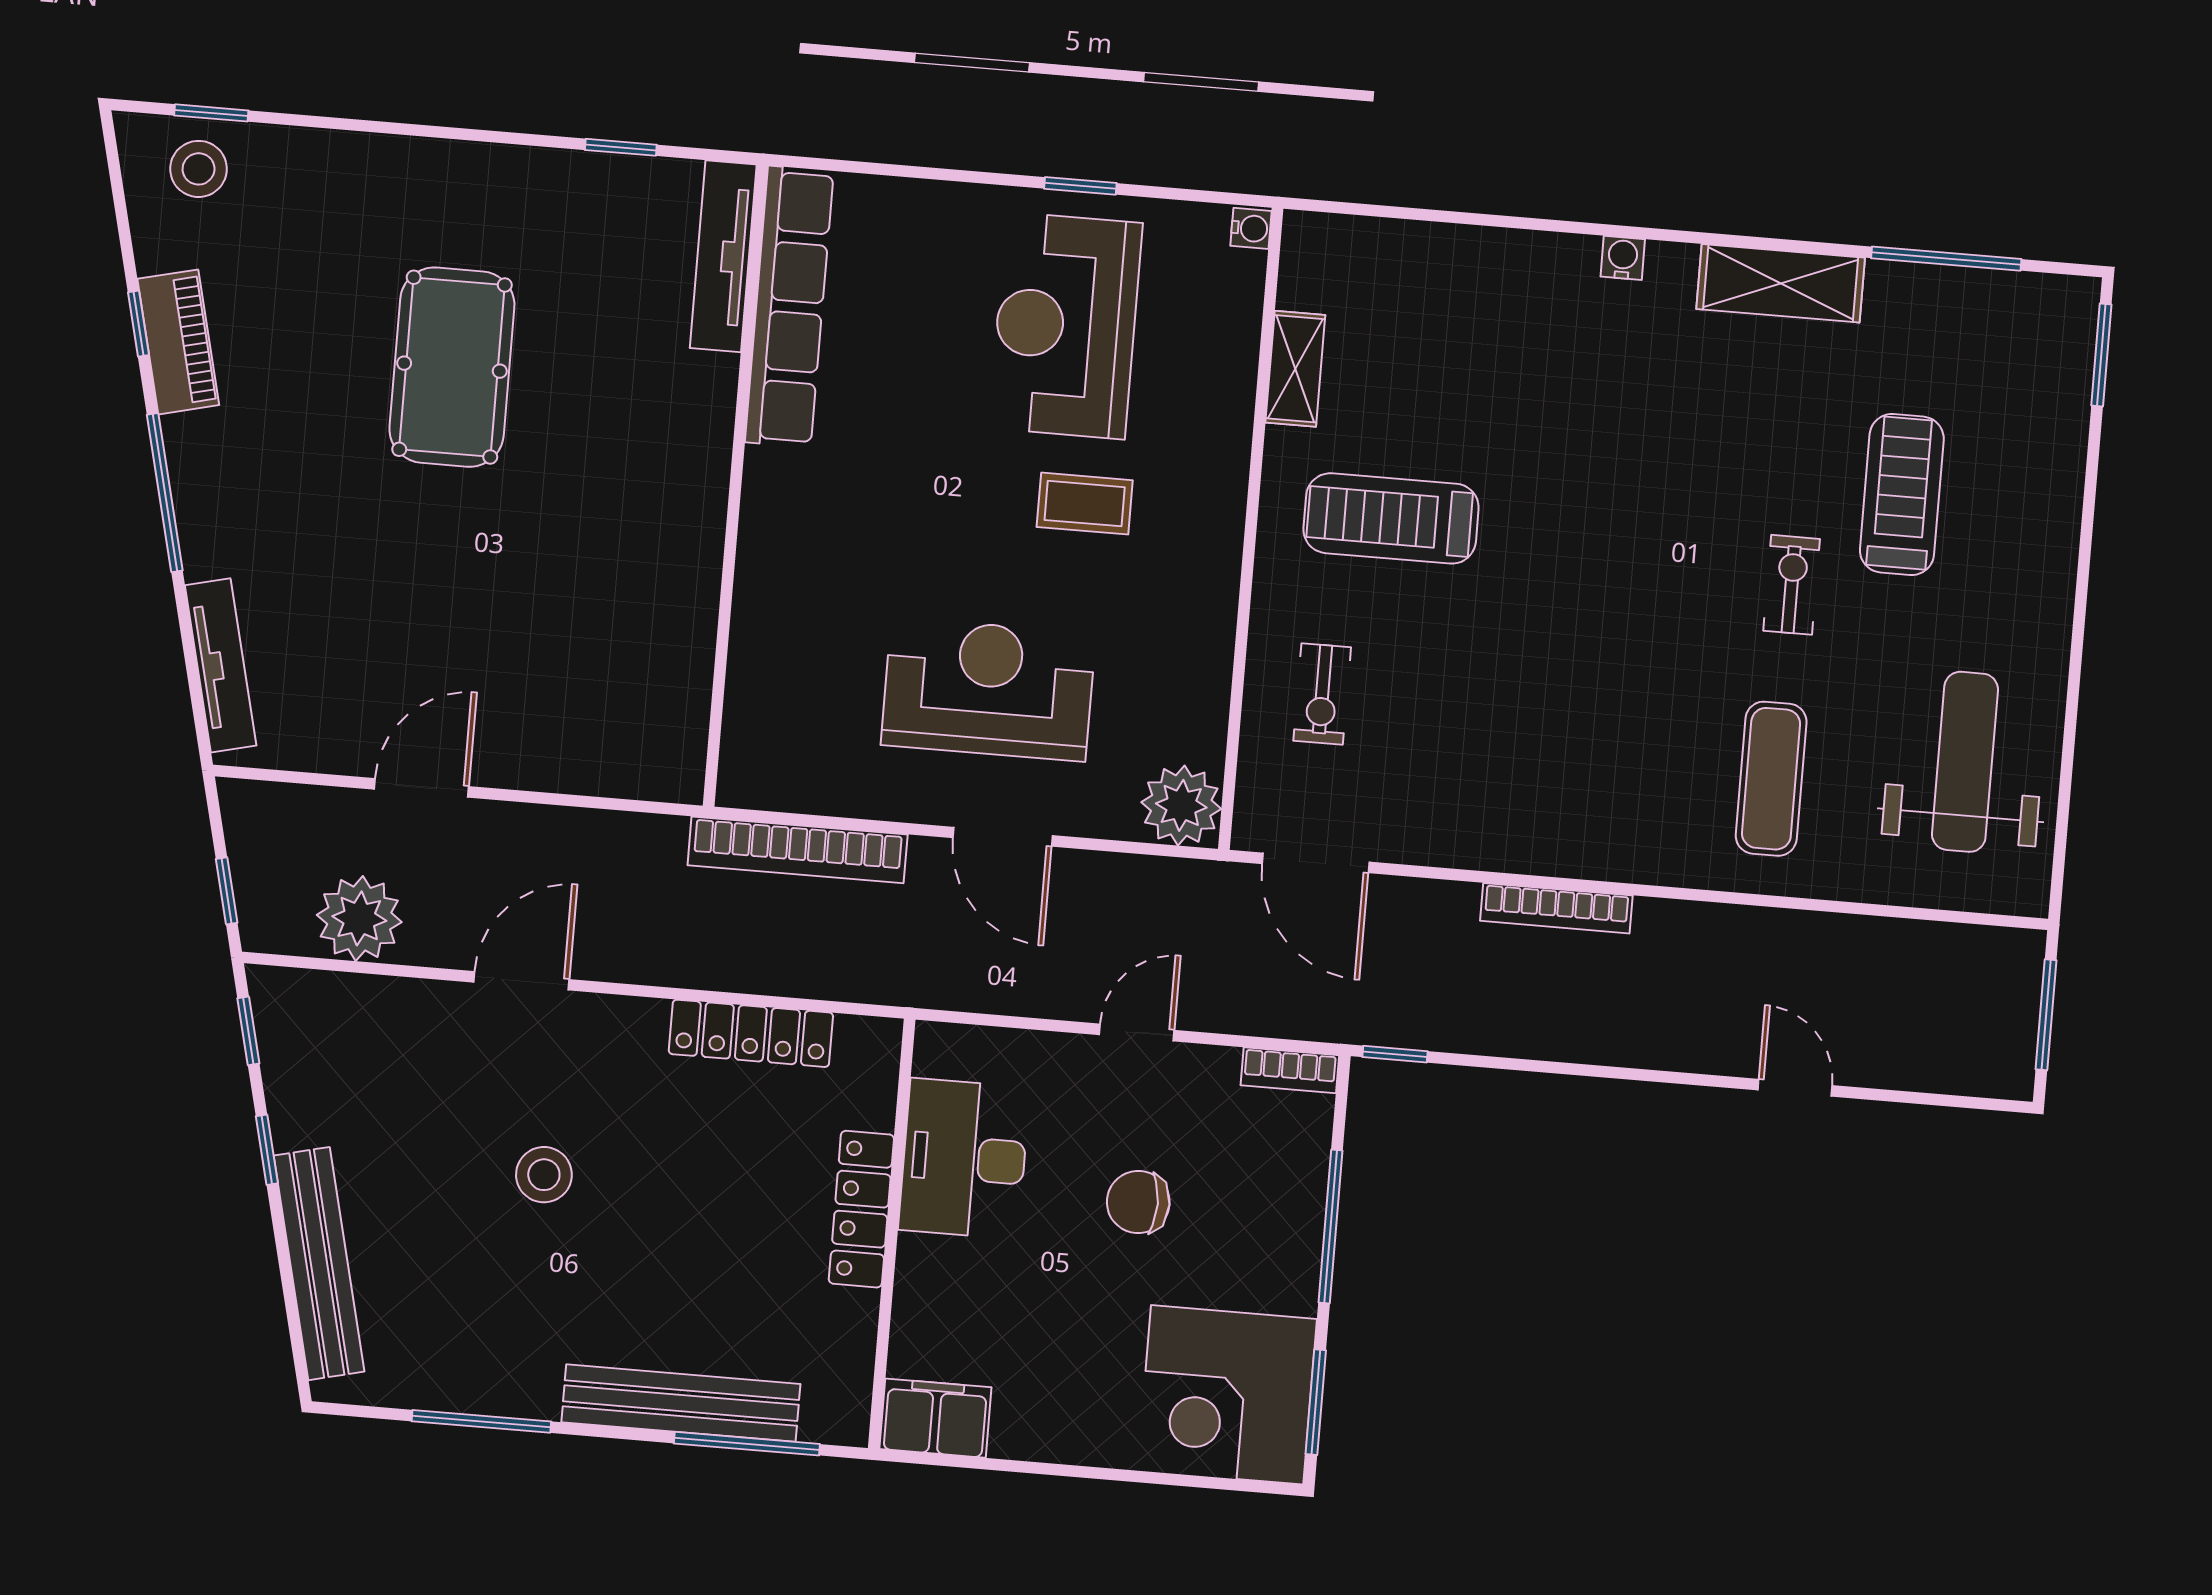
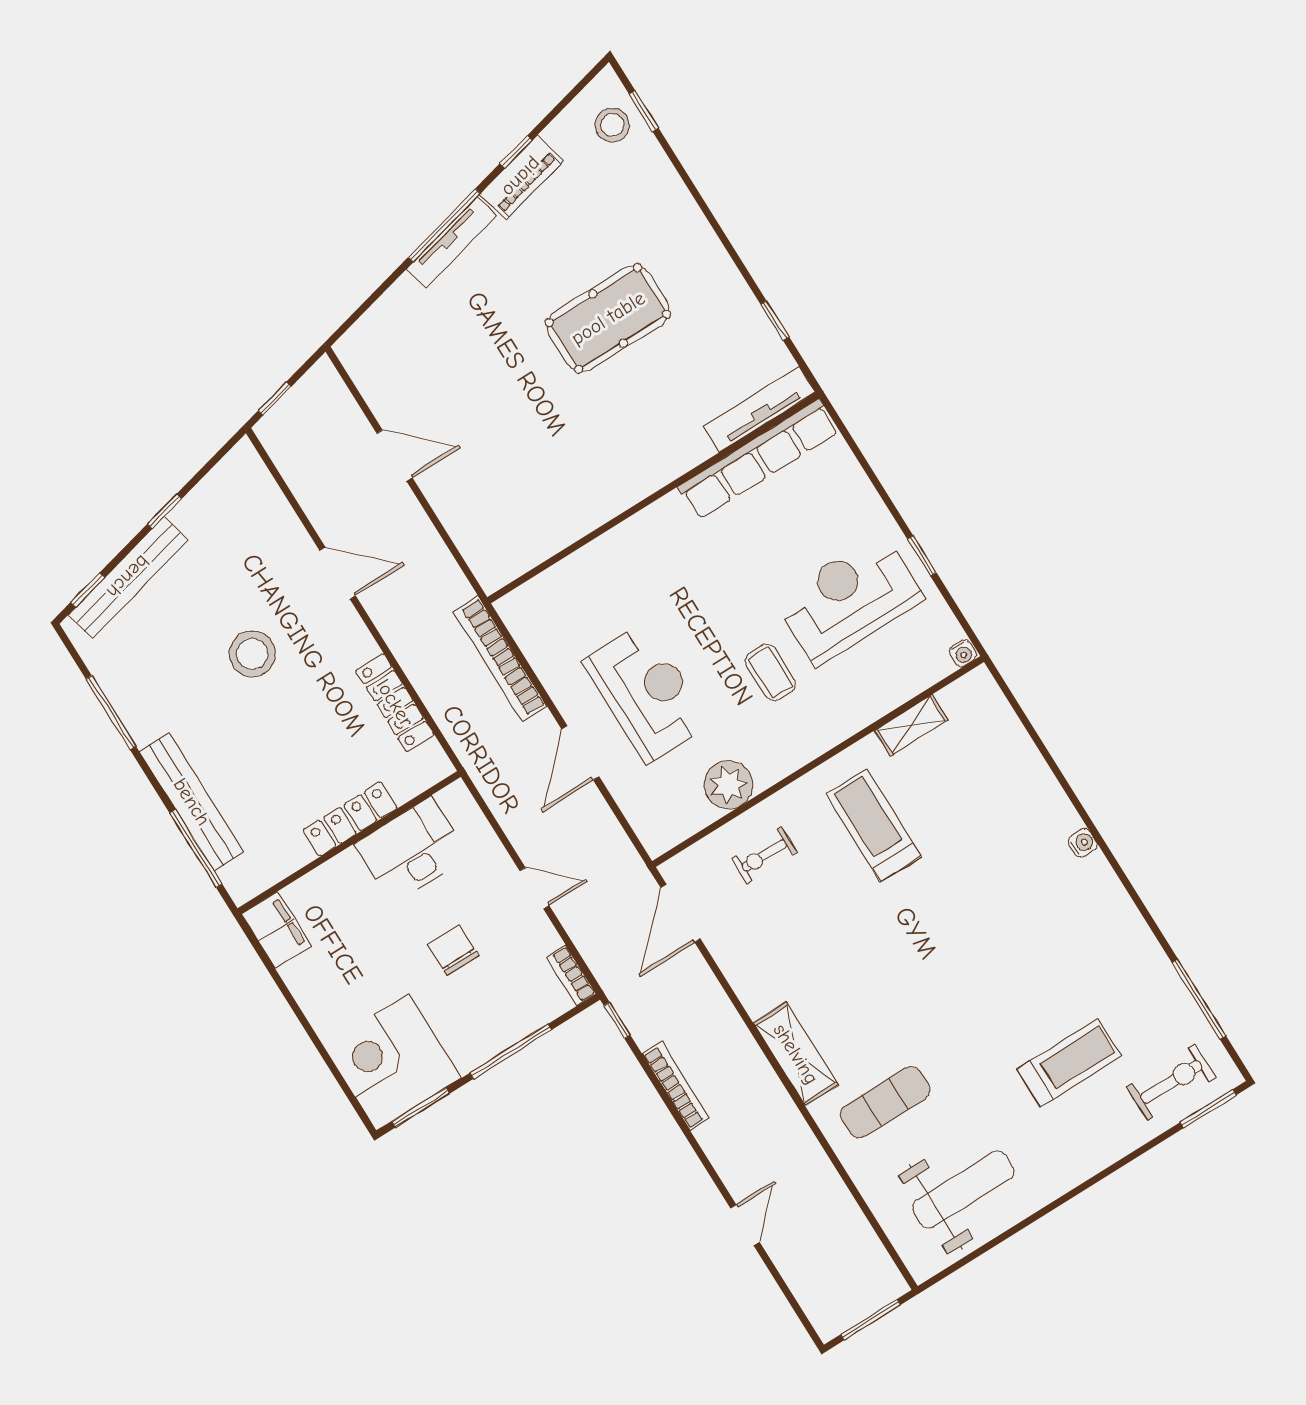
shelving: (1781, 283) -> (796, 1054), moved
exercise bike: (1792, 585) -> (1171, 1082), moved, width x1.38, depth x1.39
tv unit: (221, 665) -> (452, 242), moved
plant: (1181, 805) -> (728, 785), moved
bookcase: (1556, 908) -> (676, 1086), moved, turned 180
plant: (359, 918) -> (309, 473), removed
window: (248, 1031) -> (88, 590), moved
stool: (544, 1175) -> (252, 654), width x1.38, depth x1.38

